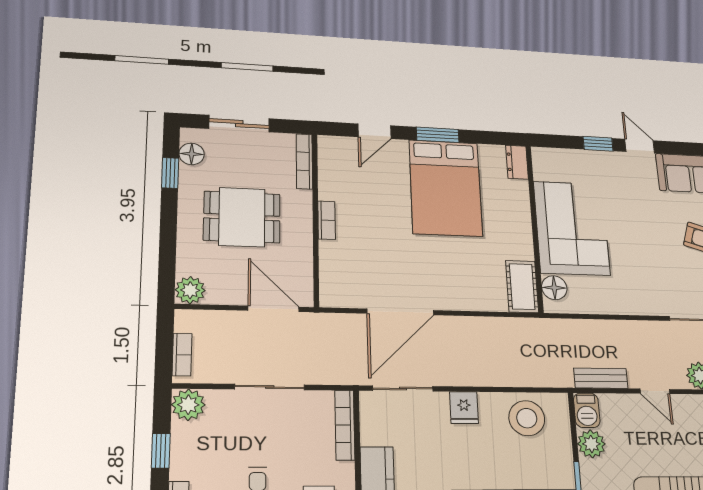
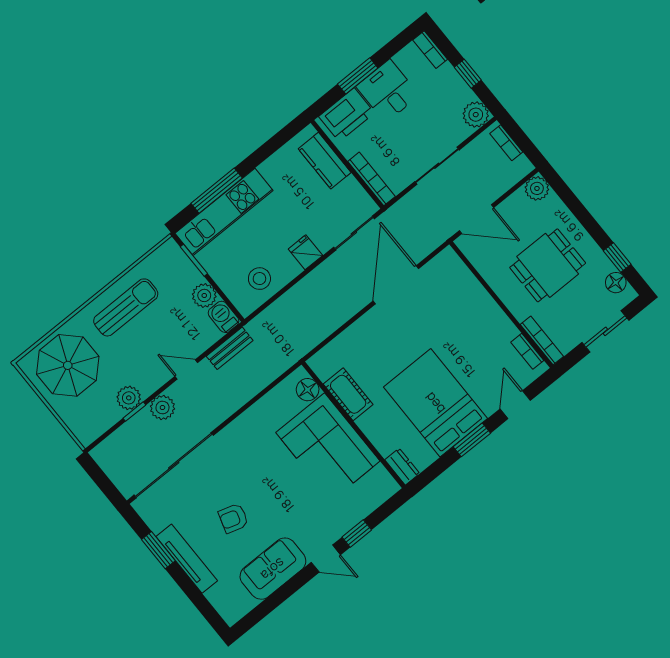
bookcase: (327, 220) -> (527, 351), moved
cot: (522, 287) -> (348, 394), moved
stool: (527, 418) -> (259, 279), width x0.73, depth x0.73

